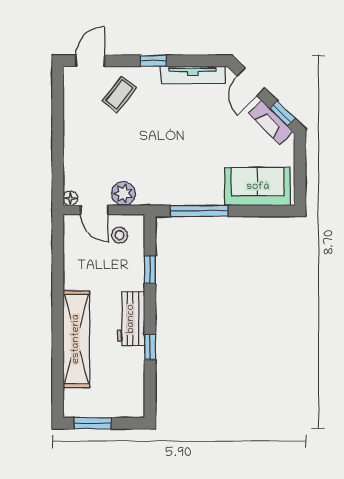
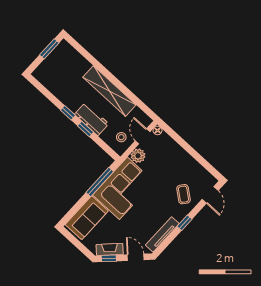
corner sofa: (180, 175) -> (123, 188), added
door: (94, 210) -> (143, 136), hinge flipped
window: (150, 270) -> (86, 129), moved
workbench: (131, 319) -> (92, 119), moved
shelving: (76, 339) -> (109, 91), moved
window: (150, 347) -> (68, 113), moved

